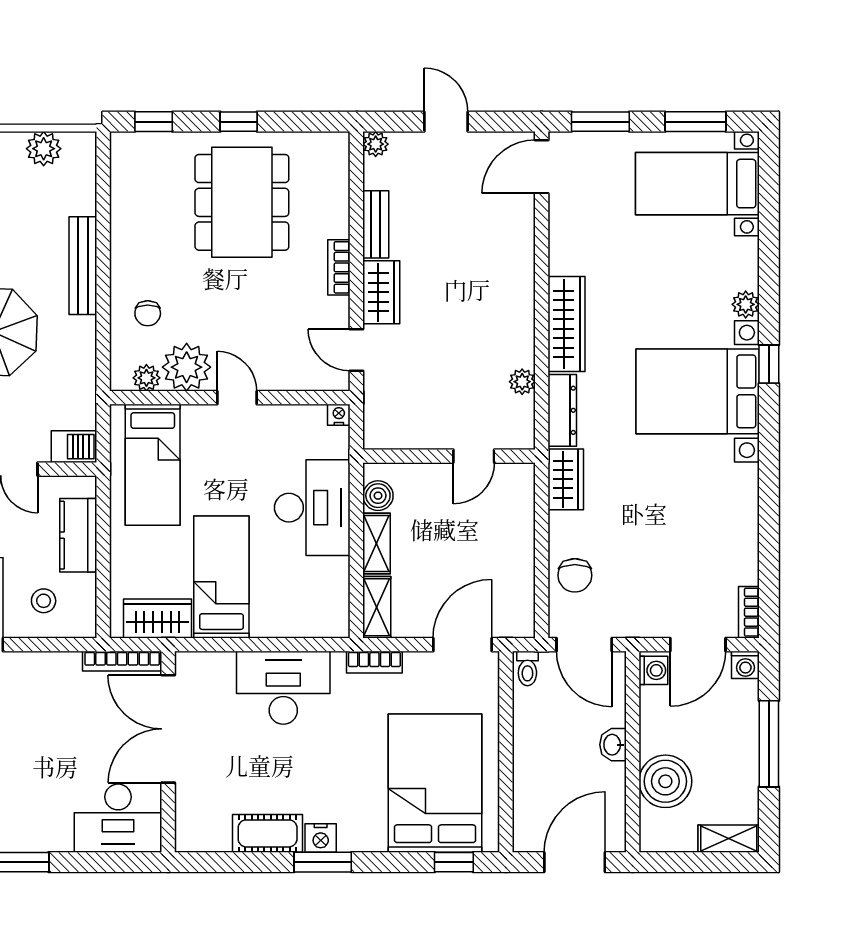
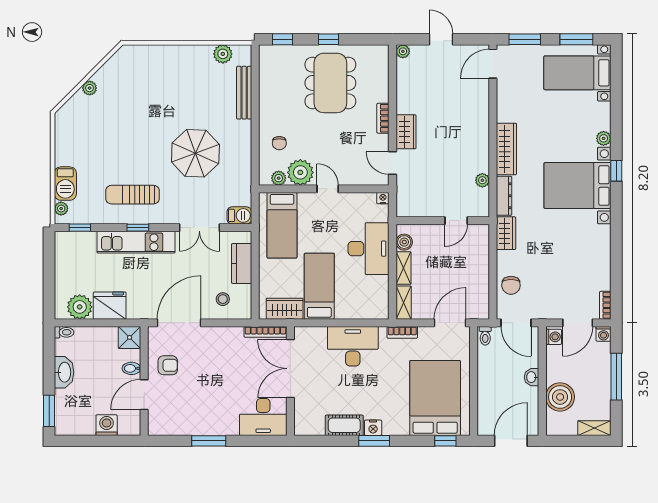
bench: (376, 224) -> (403, 95), removed
bench: (83, 266) -> (244, 93), moved

